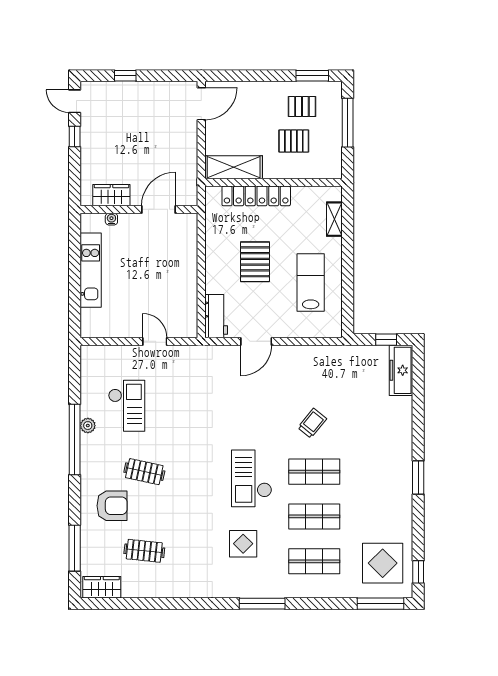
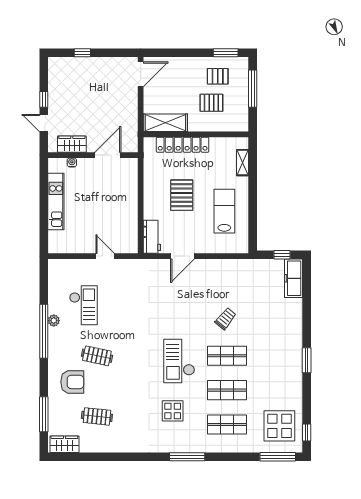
door: (75, 101) -> (44, 123), moved

